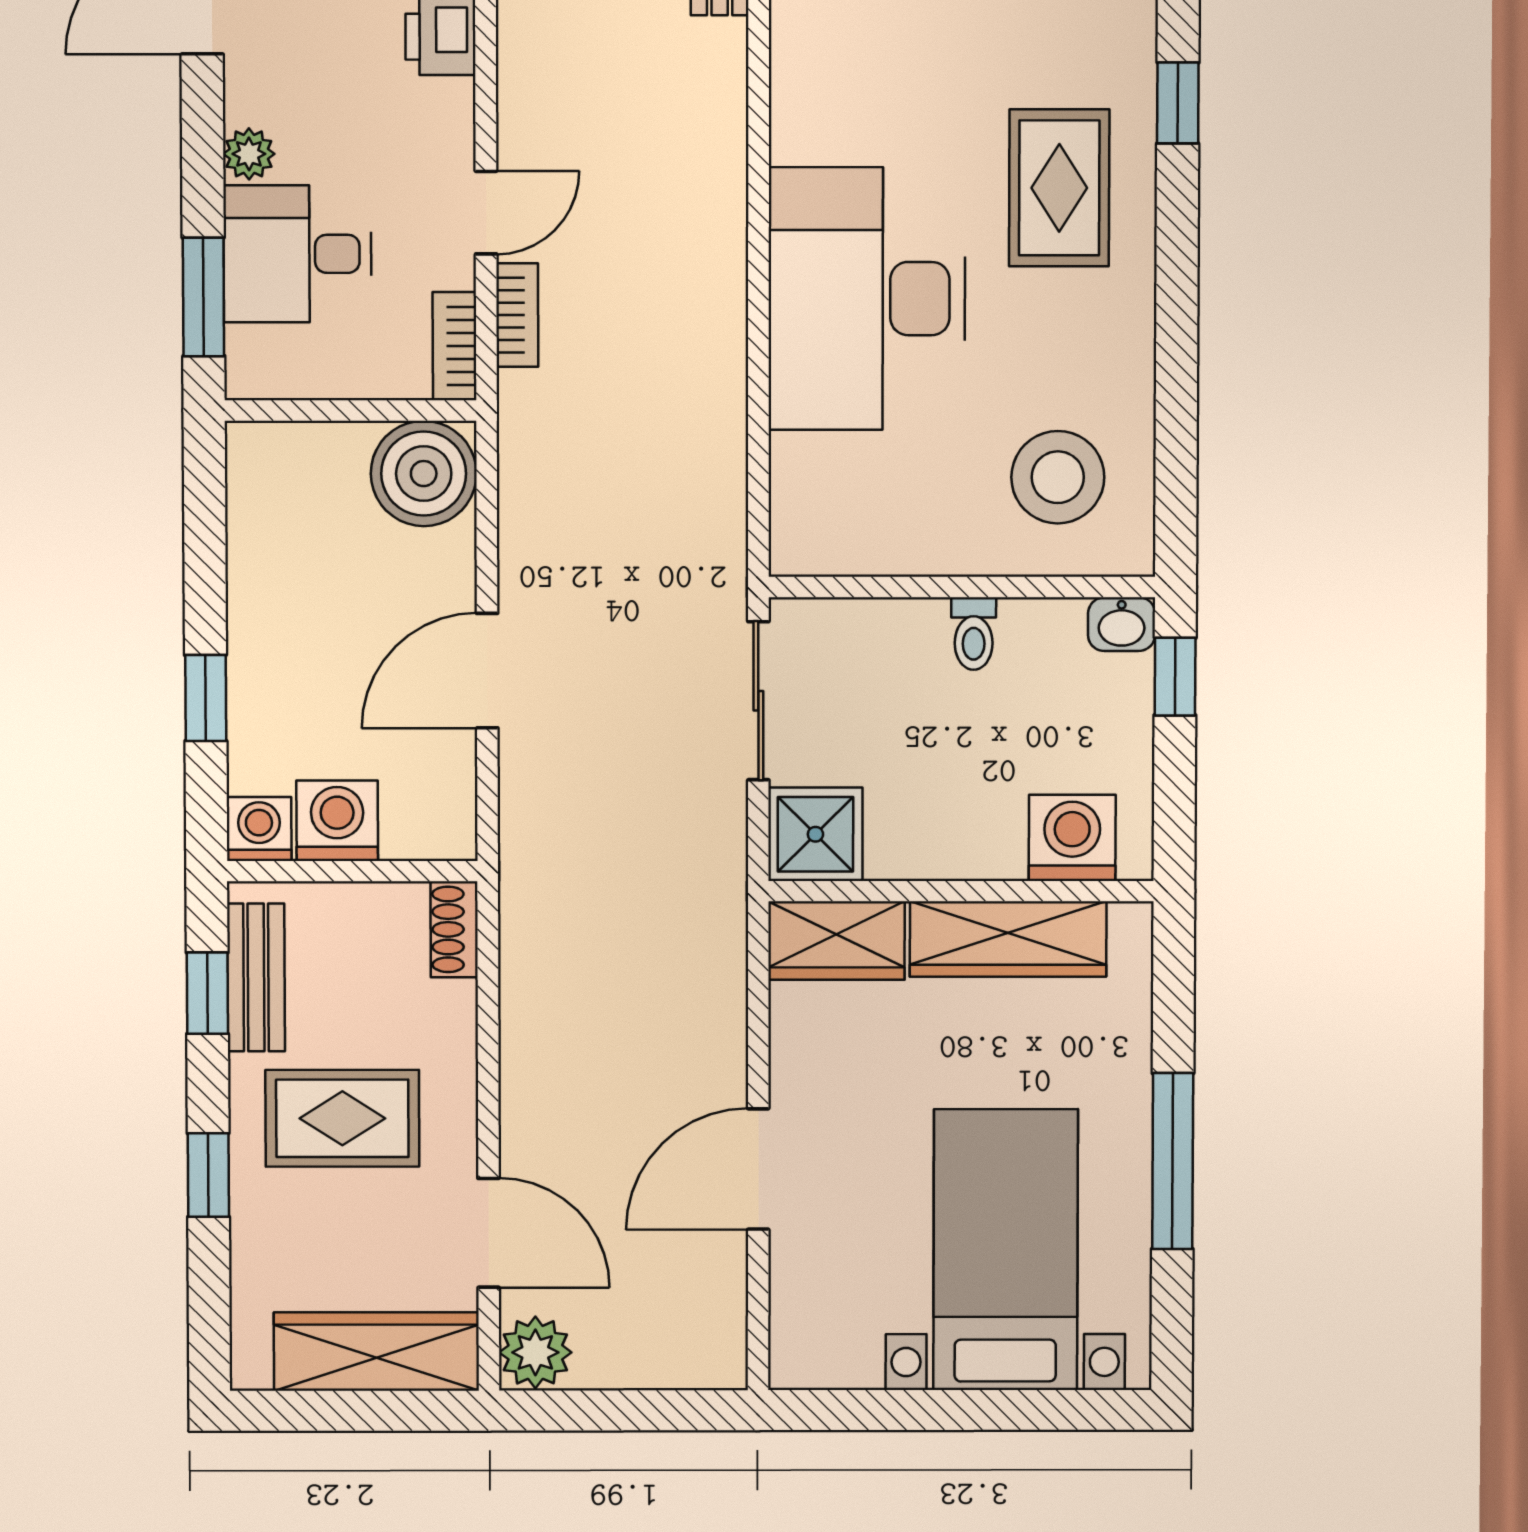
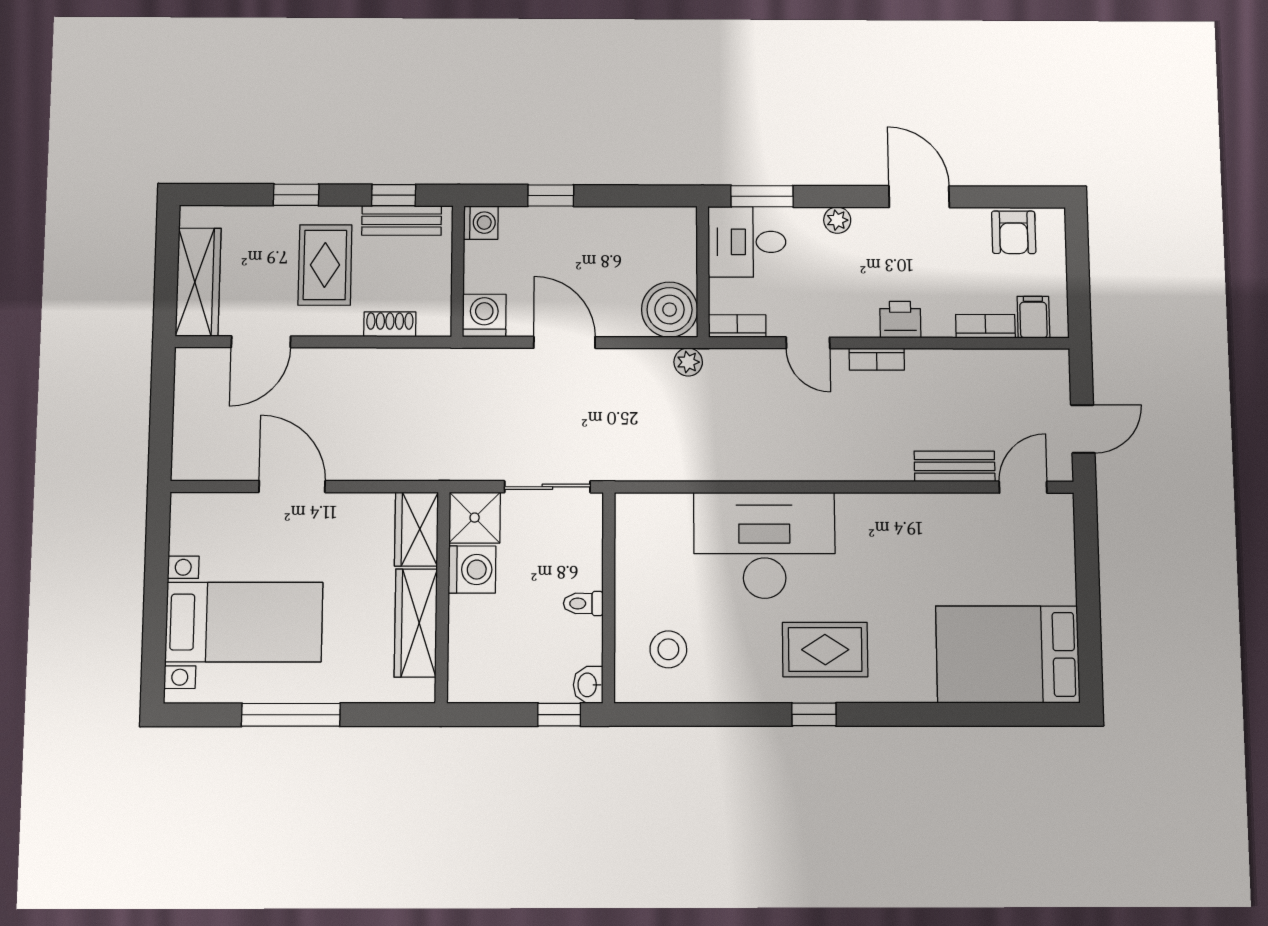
window: (1178, 103) -> (814, 714), moved
desk: (297, 254) -> (747, 242), moved, turned -90
bookcase: (517, 315) -> (877, 359), moved
stool: (1058, 477) -> (668, 649), width x0.73, depth x0.73
washing machine: (337, 821) -> (484, 316), moved, turned -90
washing machine: (1072, 838) -> (472, 570), moved
shoe rack: (454, 929) -> (390, 324), moved
plant: (535, 1352) -> (688, 362), moved, width x0.73, depth x0.73

